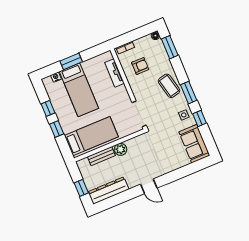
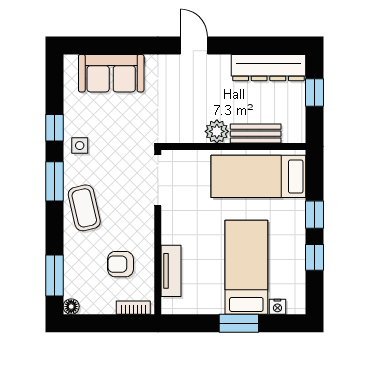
sofa: (194, 144) -> (111, 73), moved, turned 90

